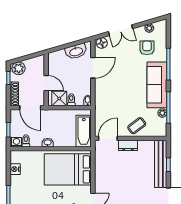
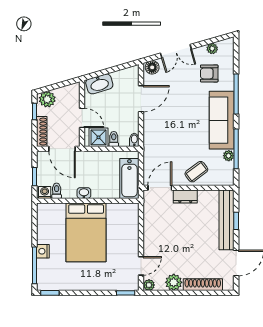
armchair: (147, 48) -> (209, 73), turned -90
washbasin: (76, 51) -> (99, 84), moved
nightstand: (15, 169) -> (43, 251), moved
bed: (68, 169) -> (86, 232), moved, turned -90

